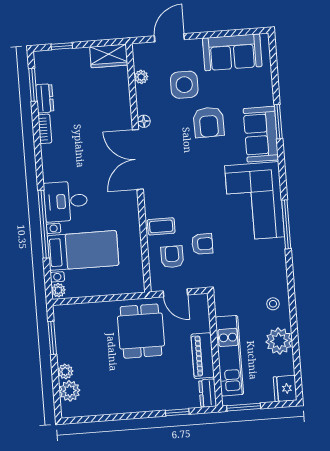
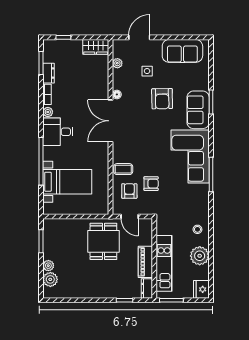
side table: (184, 85) -> (147, 71), width x0.54, depth x0.54
desk: (66, 201) -> (58, 132), moved
plant: (58, 290) -> (48, 112), moved

